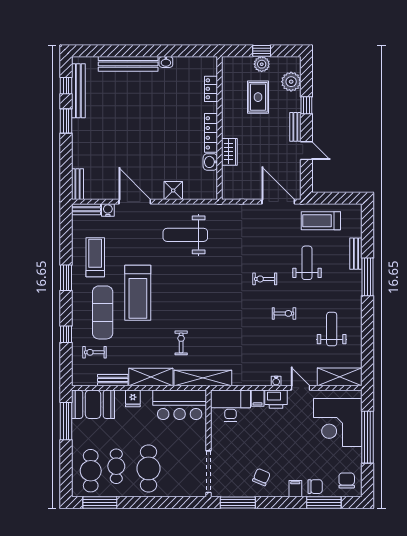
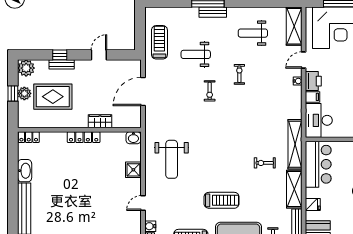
washbasin: (166, 62) -> (25, 171), width x1.91, depth x1.45
plant: (291, 82) -> (26, 68), moved
locker: (211, 89) -> (29, 137), moved
rug: (258, 97) -> (53, 97), width x1.36, depth x1.43
bench: (295, 127) -> (62, 64), moved
washbasin: (210, 162) -> (133, 138), moved
door: (135, 202) -> (143, 203), width x0.53
door: (278, 202) -> (143, 91), moved
treadmill: (321, 221) -> (159, 42), turned 180
bench: (356, 254) -> (213, 12), moved
treadmill: (138, 293) -> (222, 200), width x0.73, depth x0.73

